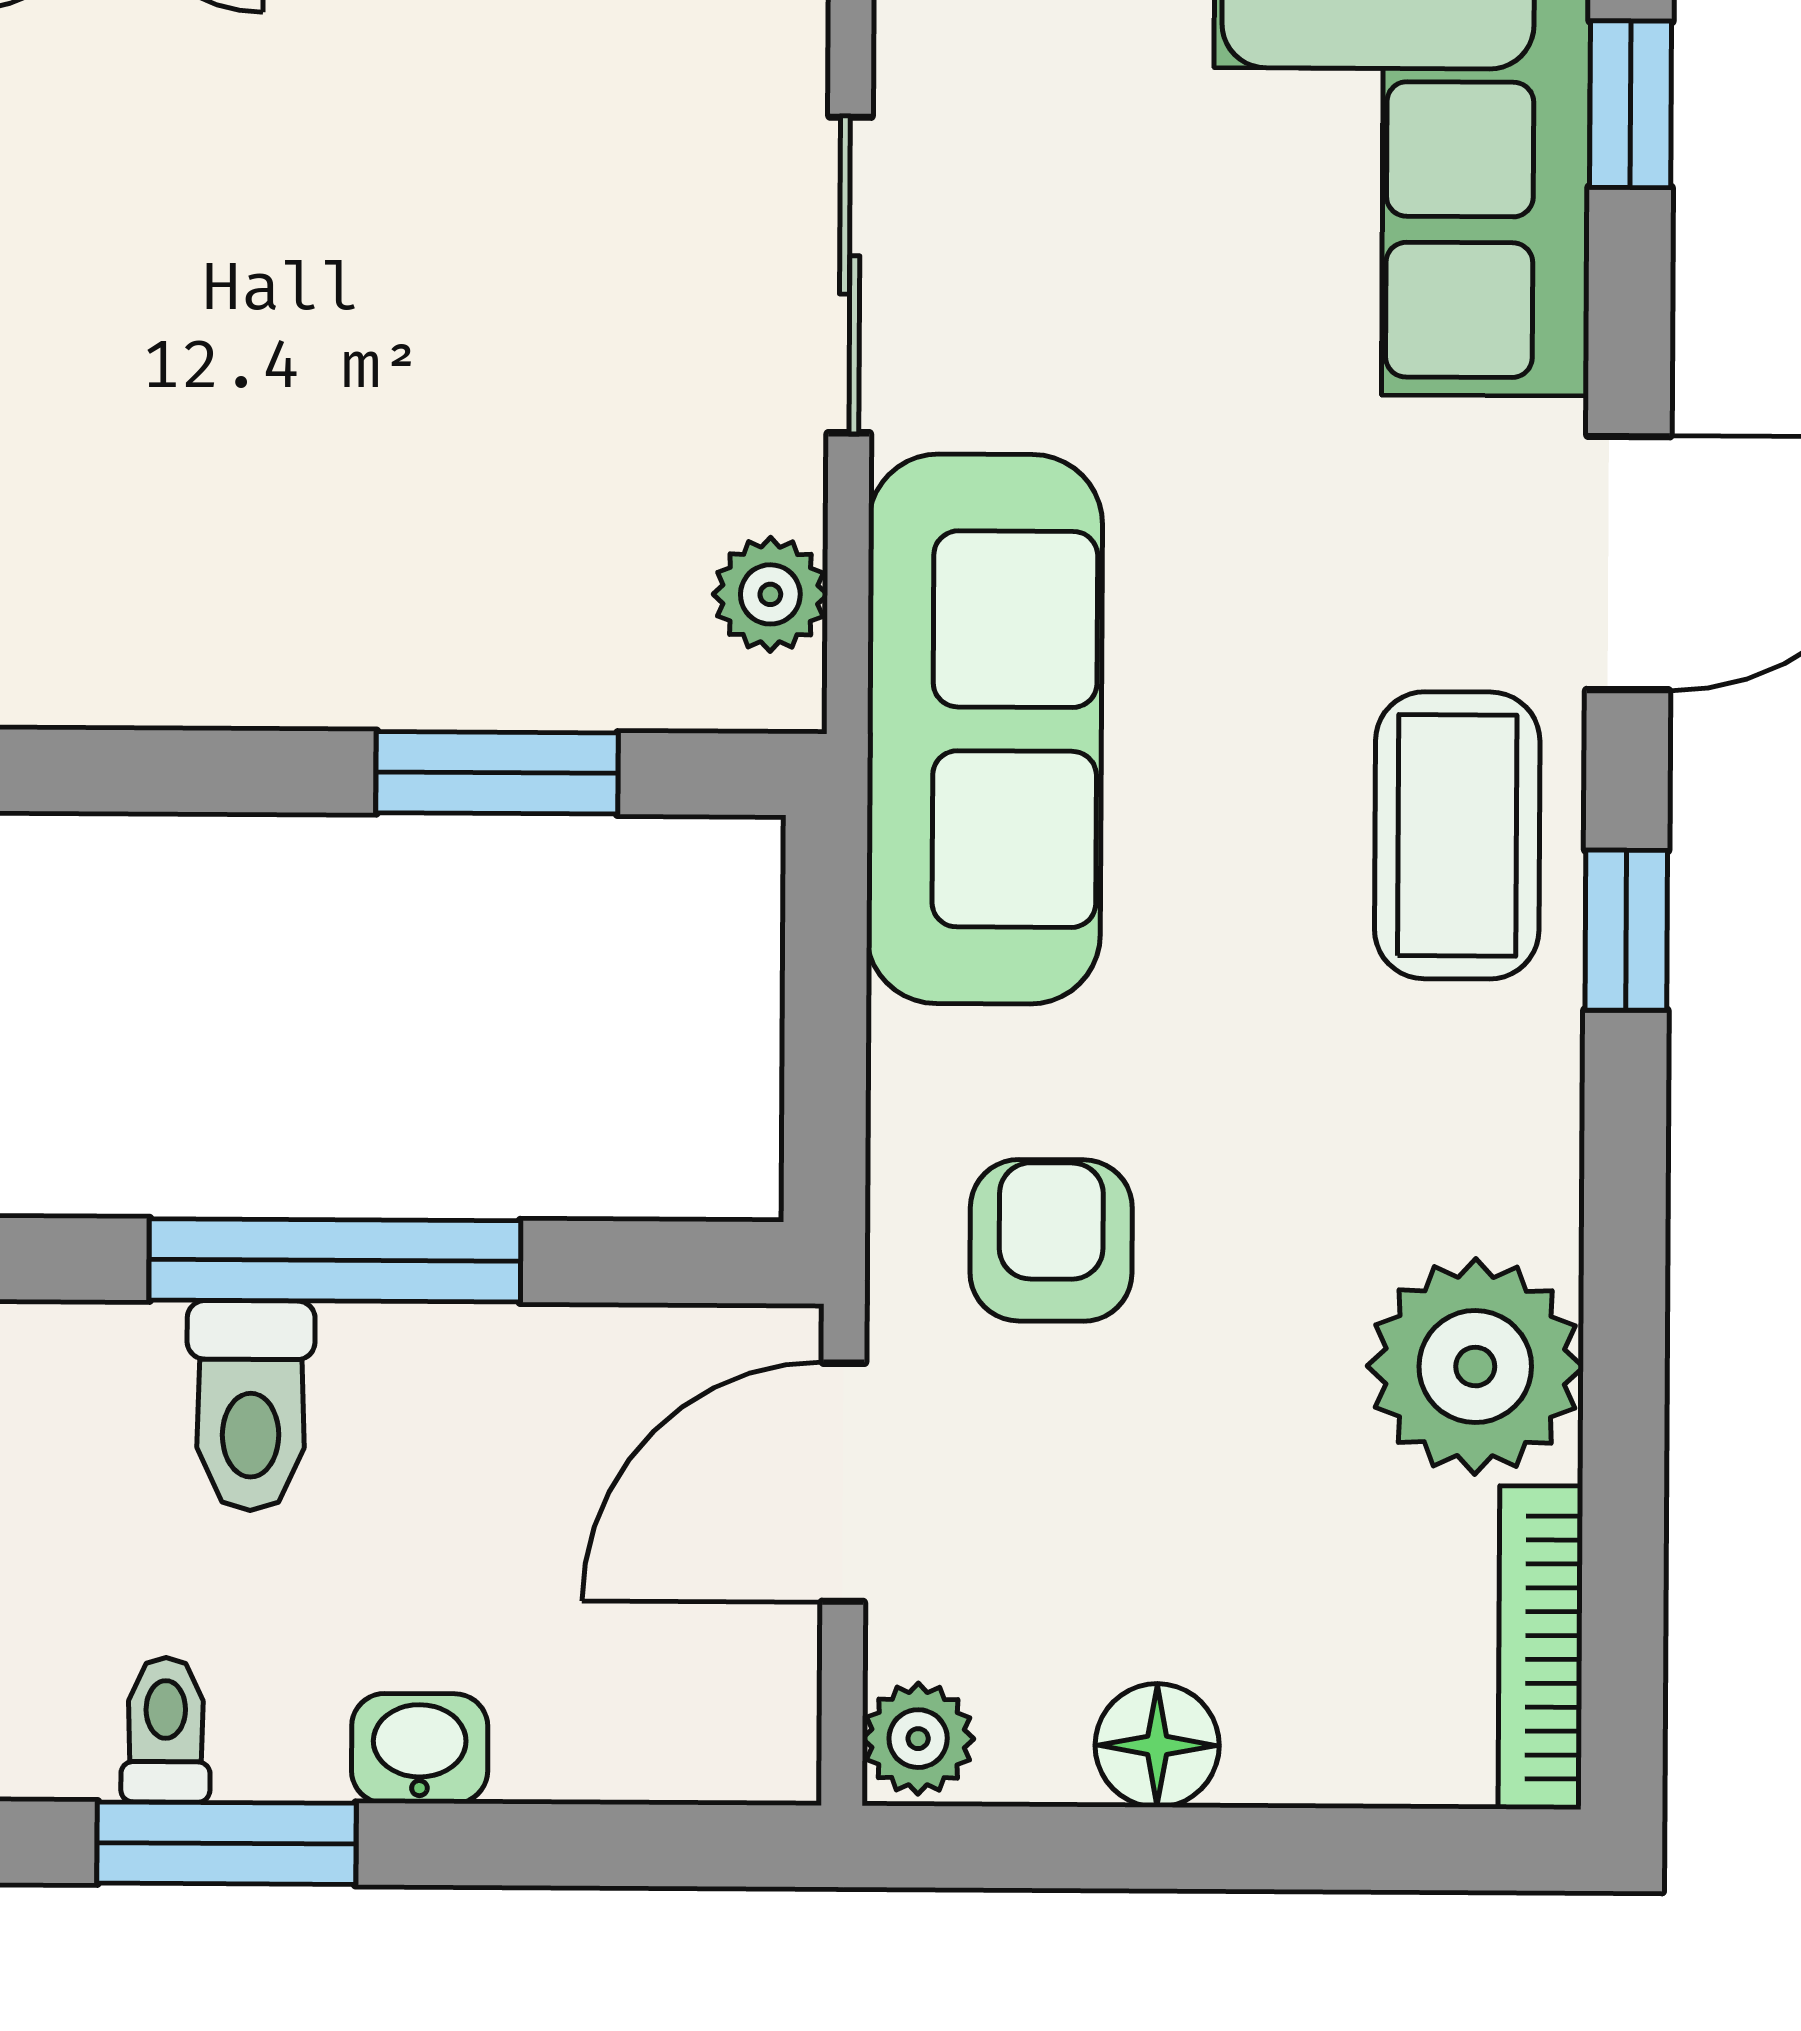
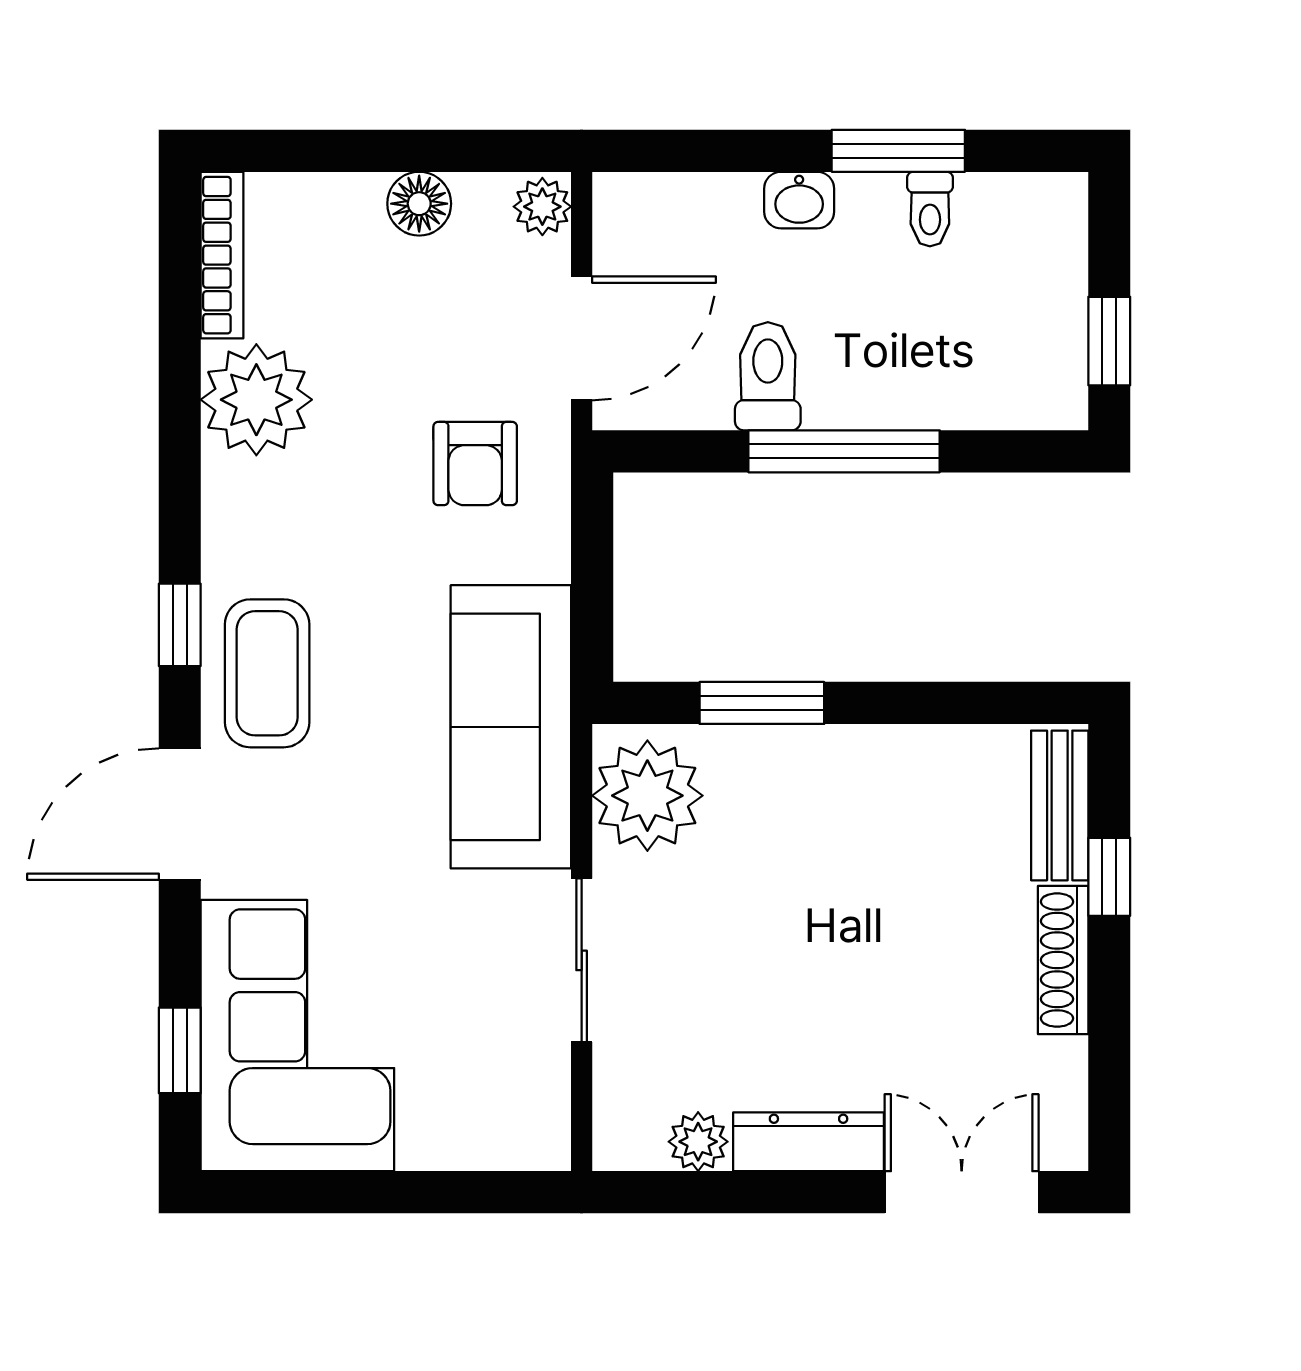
plant: (770, 594) -> (647, 796), width x1.87, depth x1.87
toilet: (251, 1406) -> (768, 376), moved

